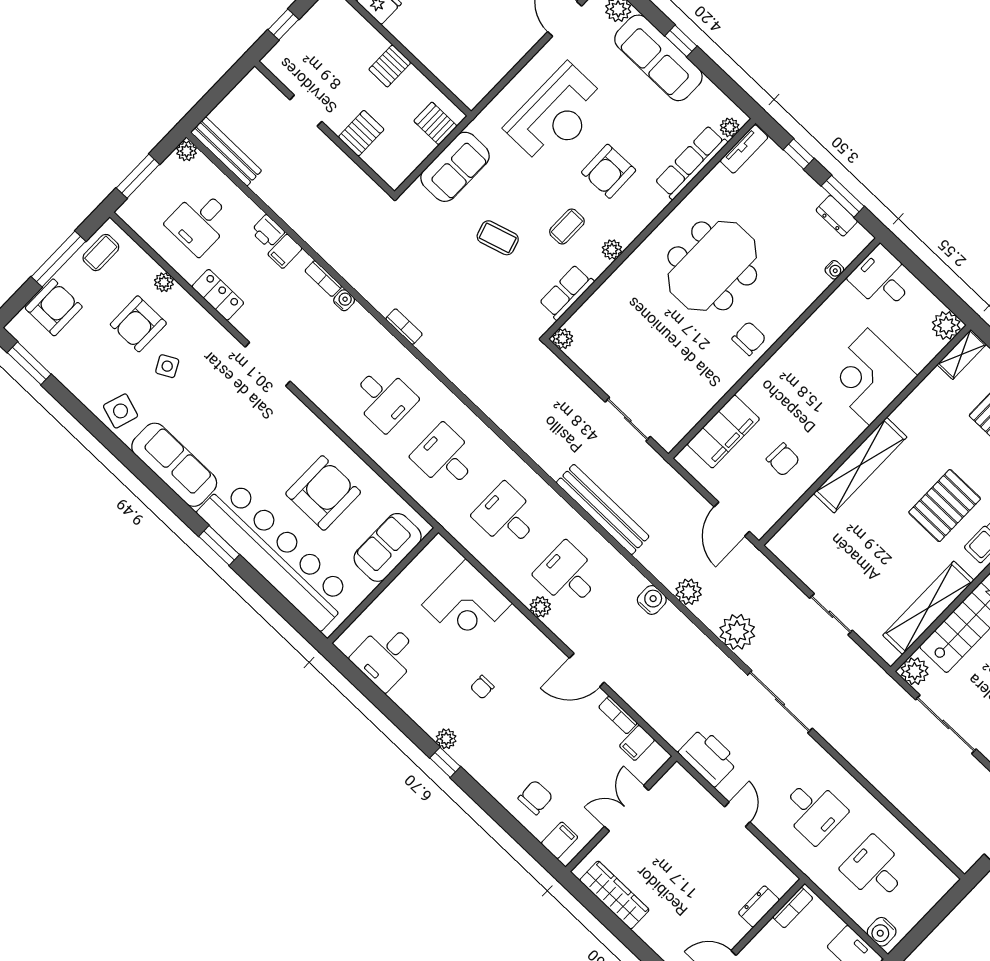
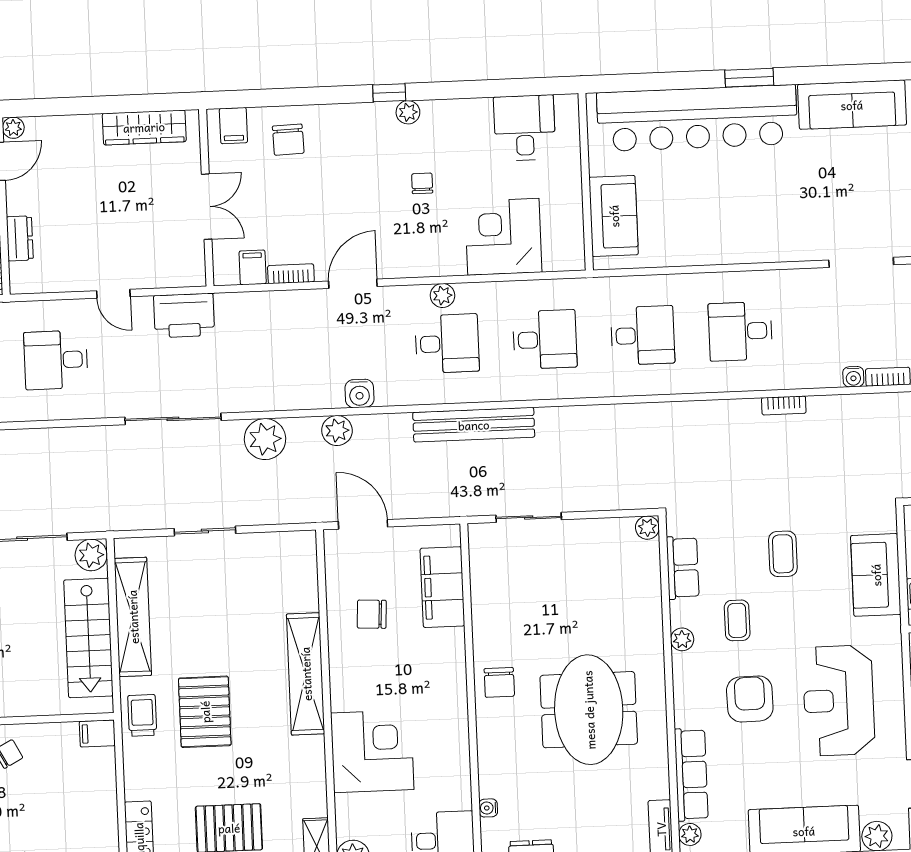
coffee table: (498, 238) -> (783, 554), turned -73
armchair: (323, 493) -> (710, 206), removed

